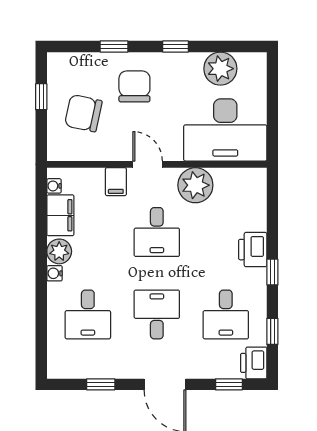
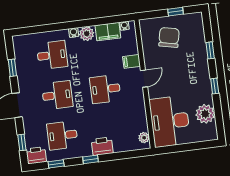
chair: (134, 86) -> (188, 65), removed
plant: (195, 185) -> (144, 138), moved, width x0.53, depth x0.53
desk: (88, 314) -> (52, 55), turned 180

